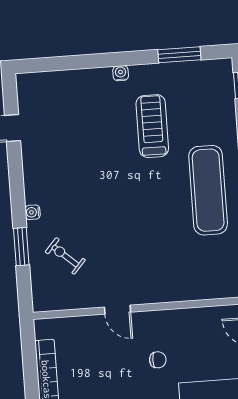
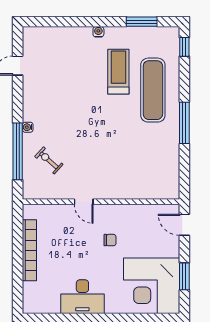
exercise mat: (208, 190) -> (153, 90), moved
window: (21, 247) -> (18, 151), width x2.11

